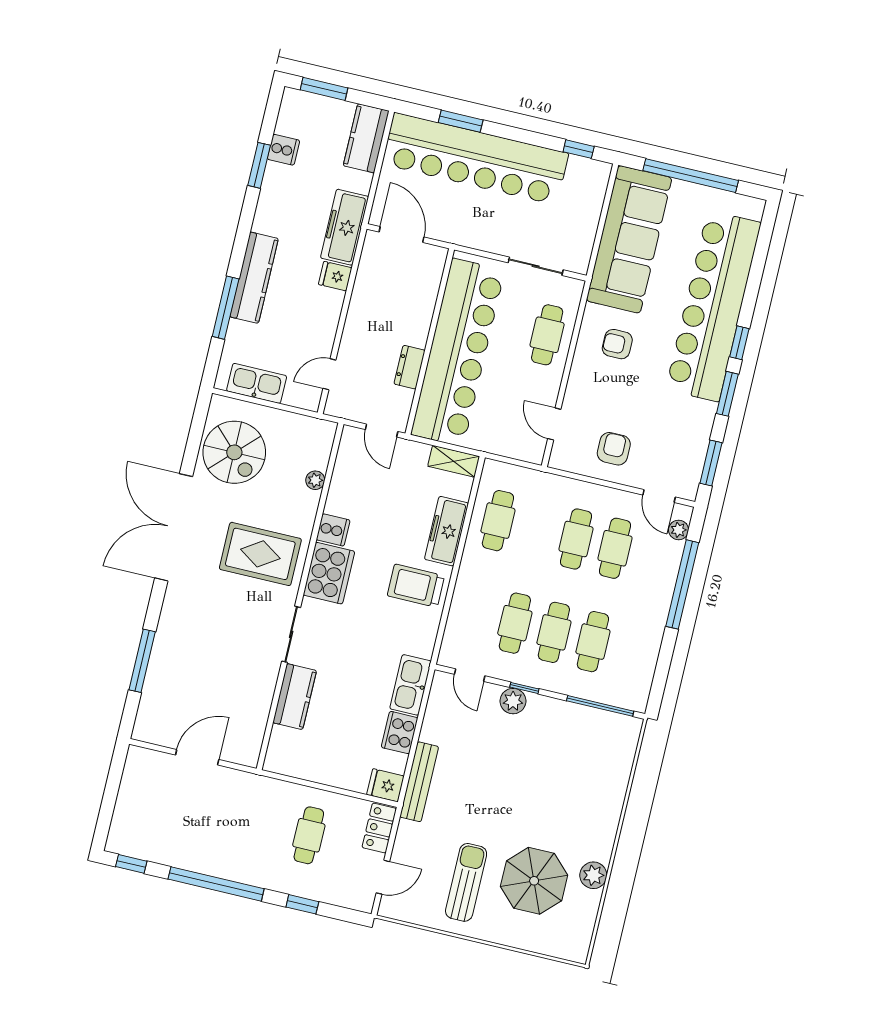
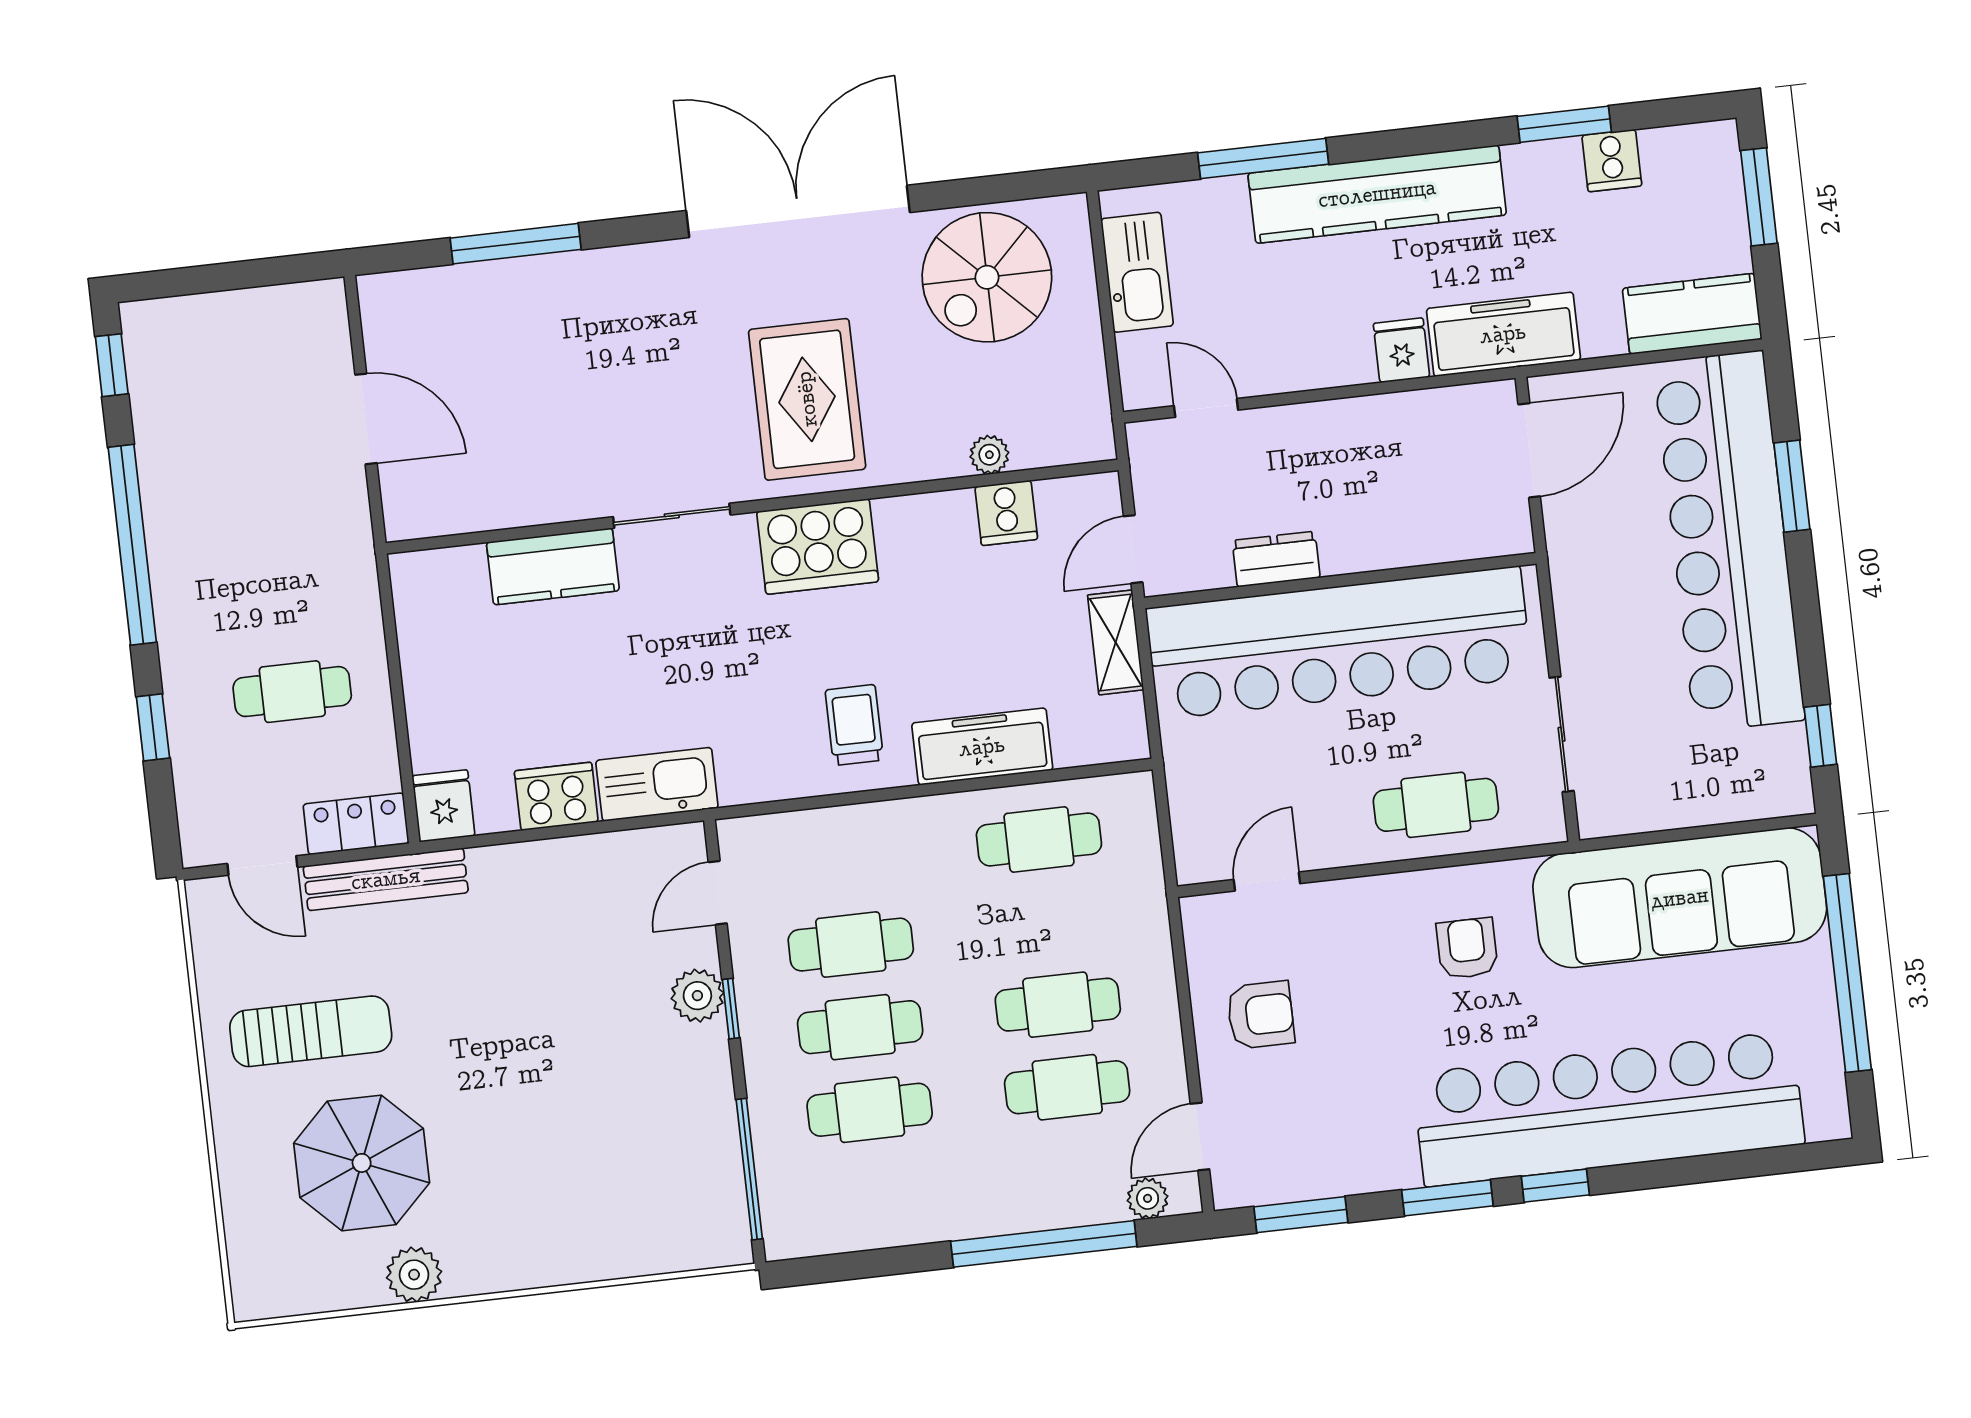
kitchen counter: (254, 278) -> (1377, 194), width x1.39, depth x1.17
shelving: (454, 461) -> (1116, 642), moved
cooker: (333, 530) -> (1006, 513), moved
trolley: (416, 586) -> (854, 725), width x0.73, depth x0.72
bench: (419, 782) -> (386, 879), moved

